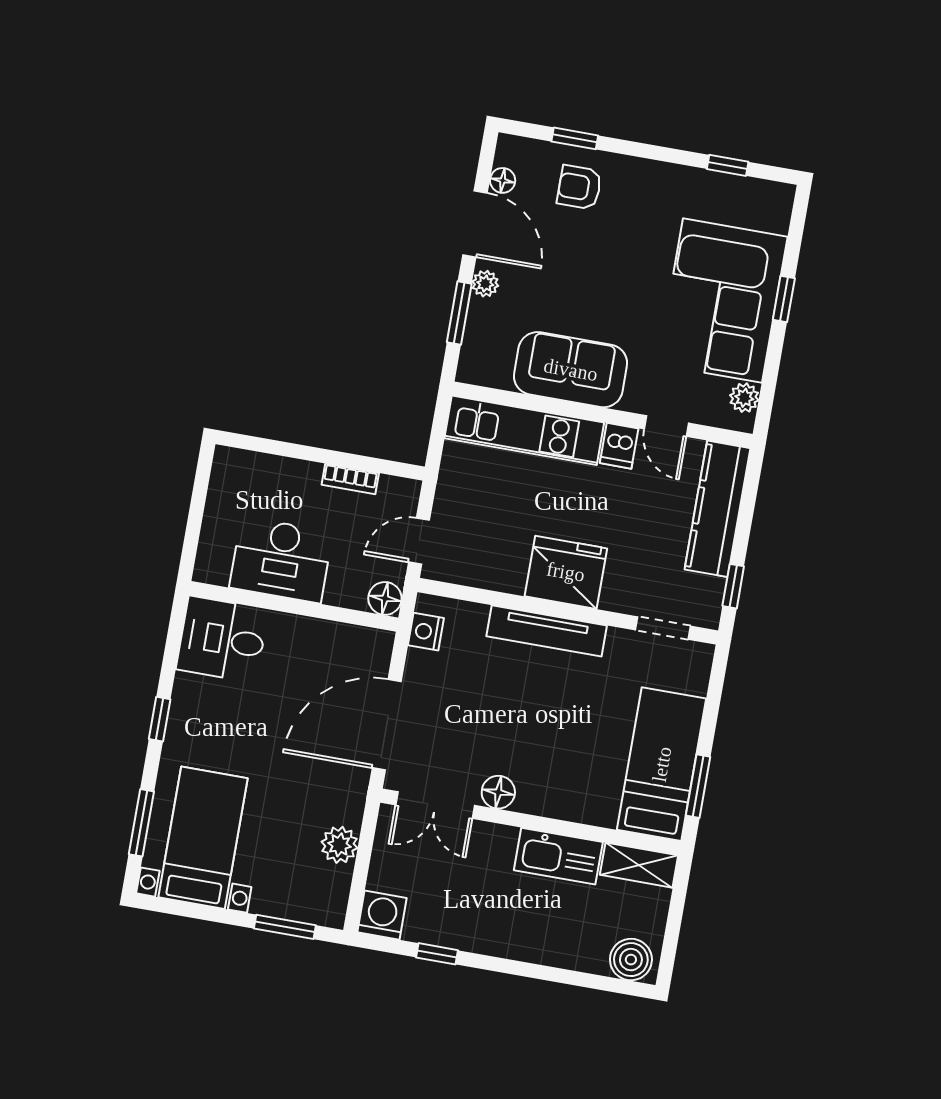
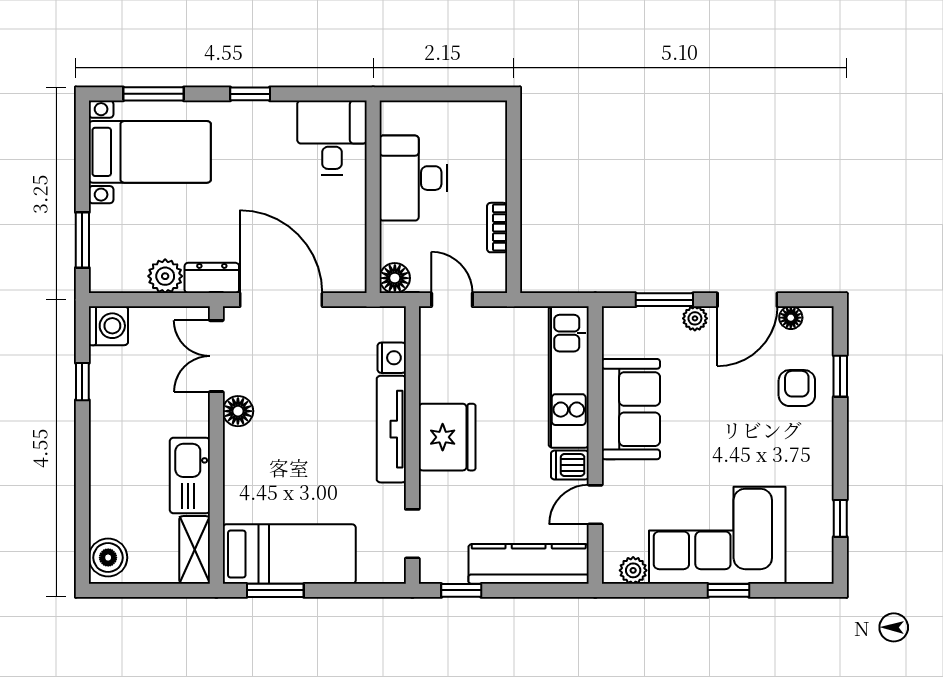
nightstand: (426, 632) -> (392, 358), moved, turned 90
dresser: (350, 795) -> (212, 278), added

